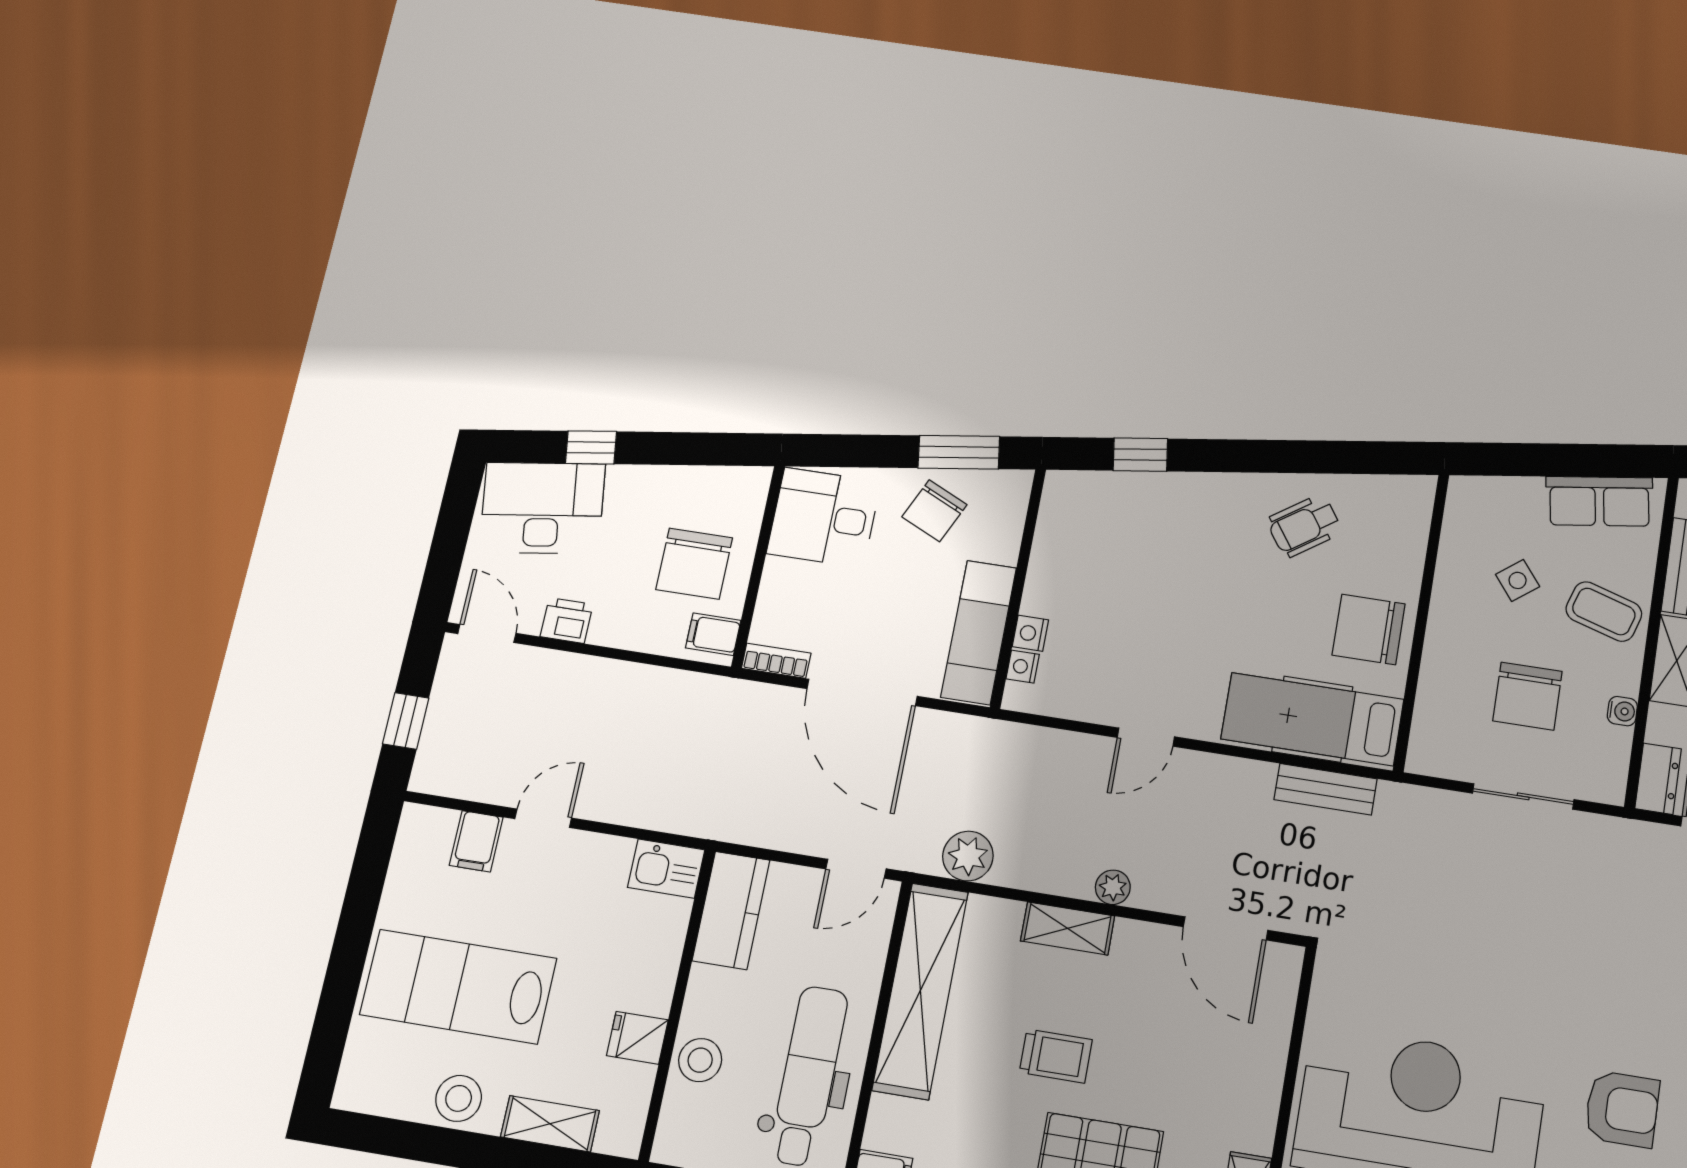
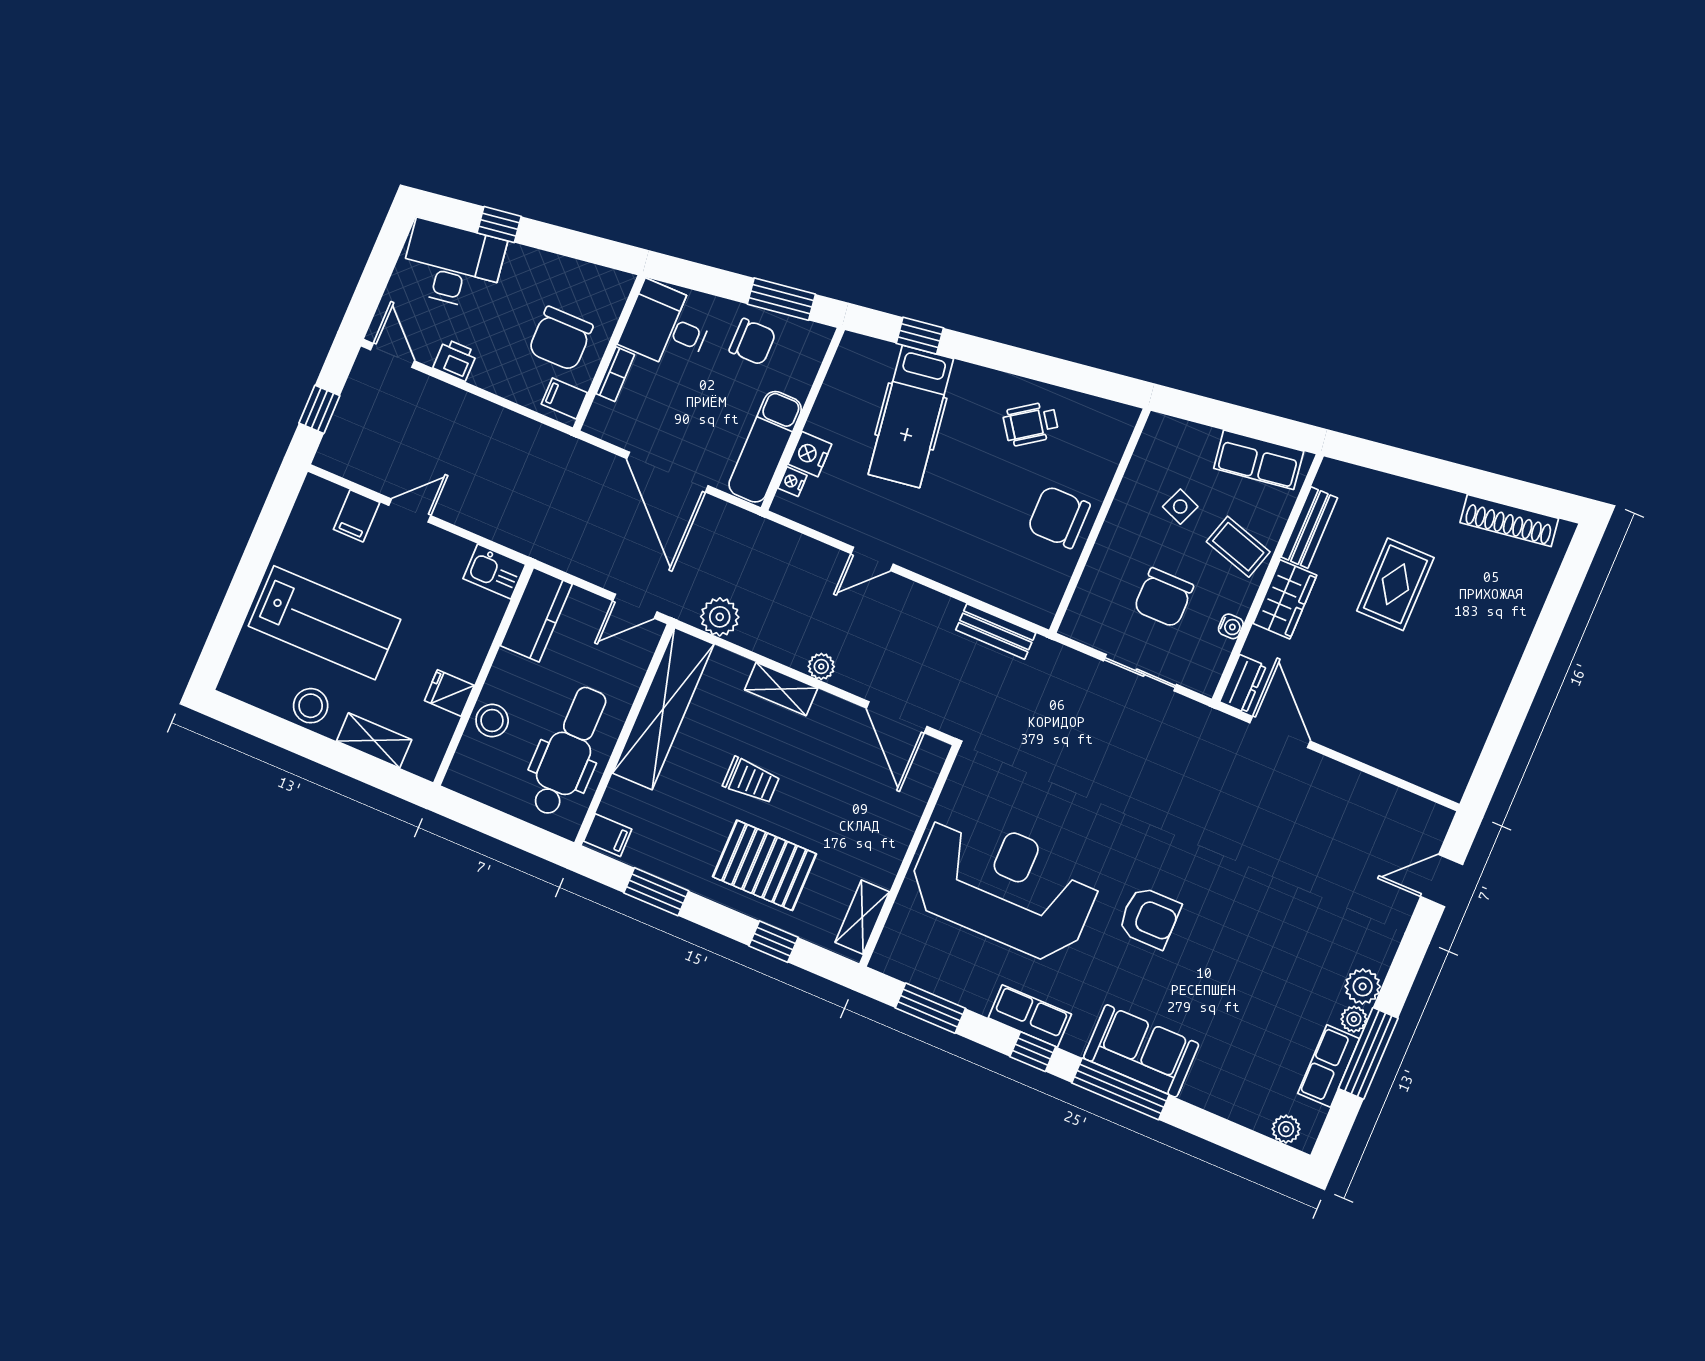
chair: (934, 511) -> (753, 342), turned -115
side table: (1518, 580) -> (1180, 507), turned -30
nightstand: (1030, 633) -> (810, 454), width x1.39, depth x1.35
bookcase: (776, 661) -> (615, 374), moved, turned 90
hospital bed: (1312, 719) -> (911, 416), moved, turned -98
lab bench: (458, 987) -> (324, 623), turned 180

